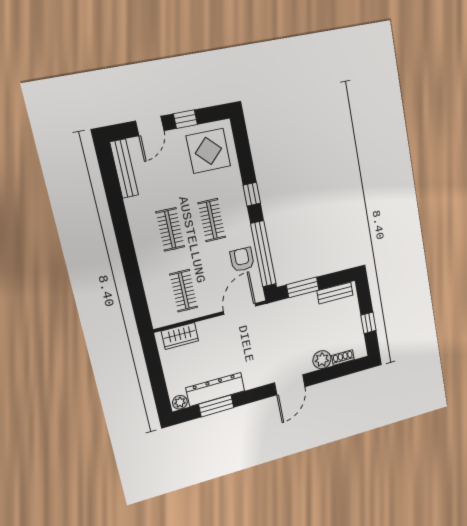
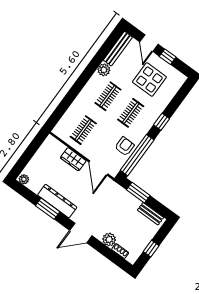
door: (150, 126) -> (149, 43), hinge flipped
display table: (208, 151) -> (149, 80), moved
plant: (135, 207) -> (104, 70), added
door: (240, 309) -> (98, 168), swing flipped
wardrobe: (180, 336) -> (73, 159), moved
dresser: (215, 389) -> (57, 201), moved
window: (216, 406) -> (48, 209), moved

